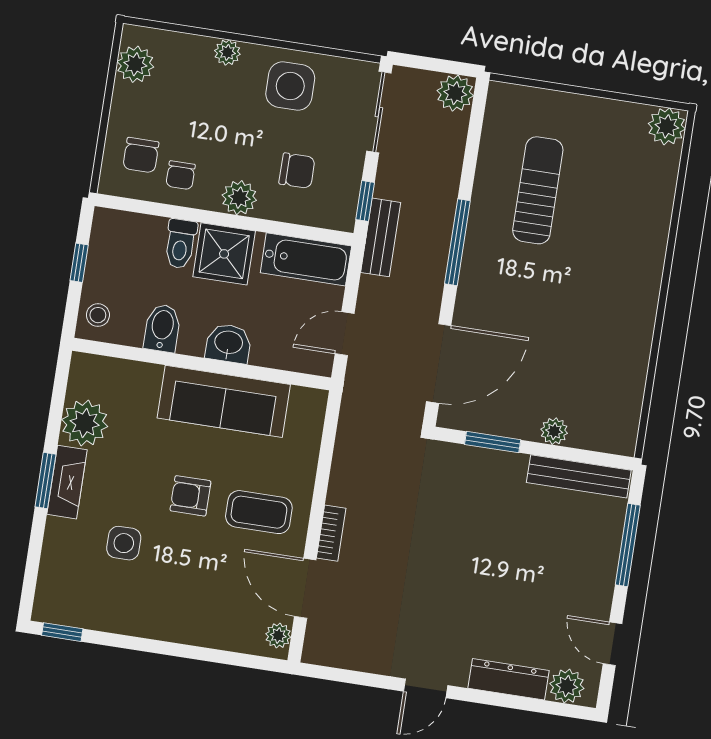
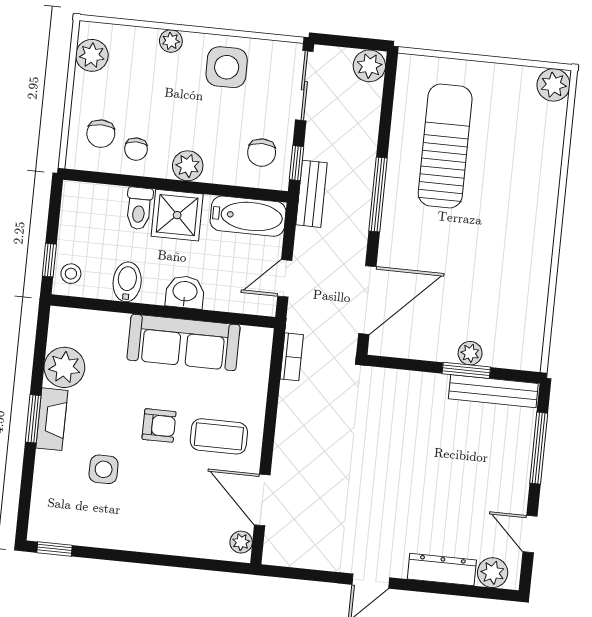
chair: (297, 171) -> (262, 153), moved, turned 90
sun lounger: (538, 190) -> (445, 146), width x1.36, depth x1.34
window: (79, 263) -> (49, 260), moved
window: (493, 442) -> (466, 370), moved
armchair: (190, 496) -> (159, 425), turned 180
bookcase: (331, 533) -> (292, 357), moved

